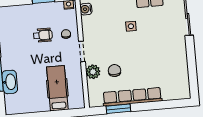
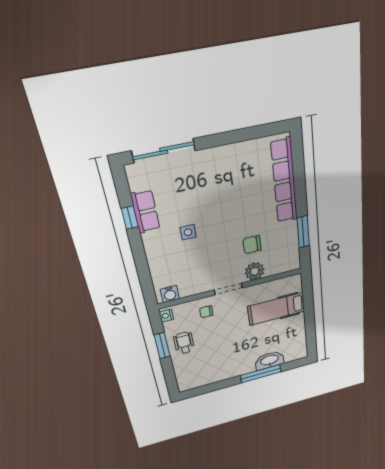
wheelchair: (43, 35) -> (184, 343), moved
row of seats: (132, 97) -> (284, 181), moved

